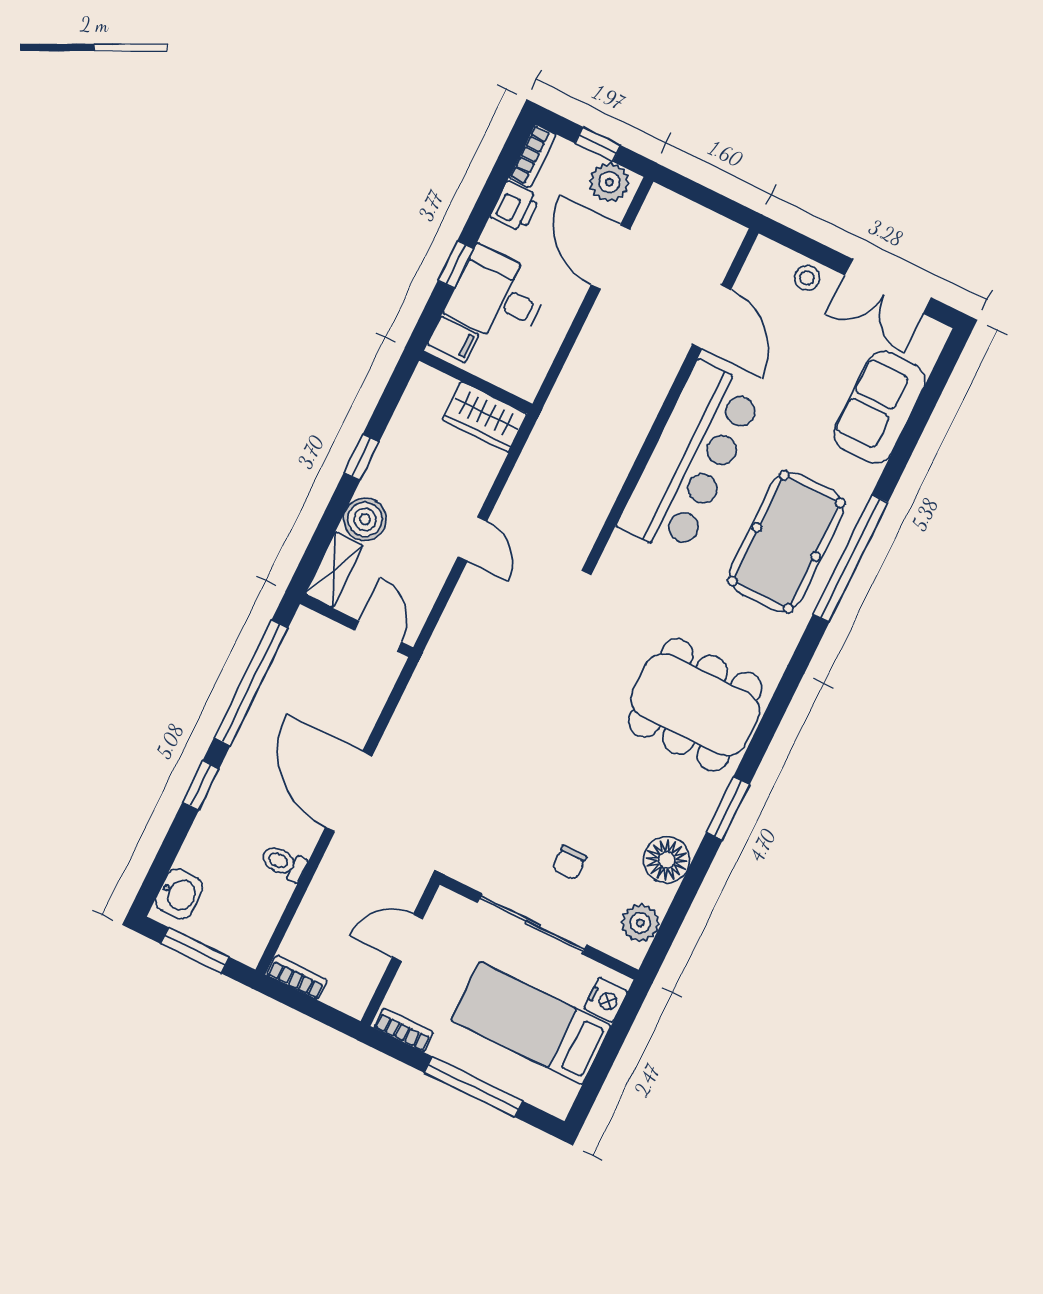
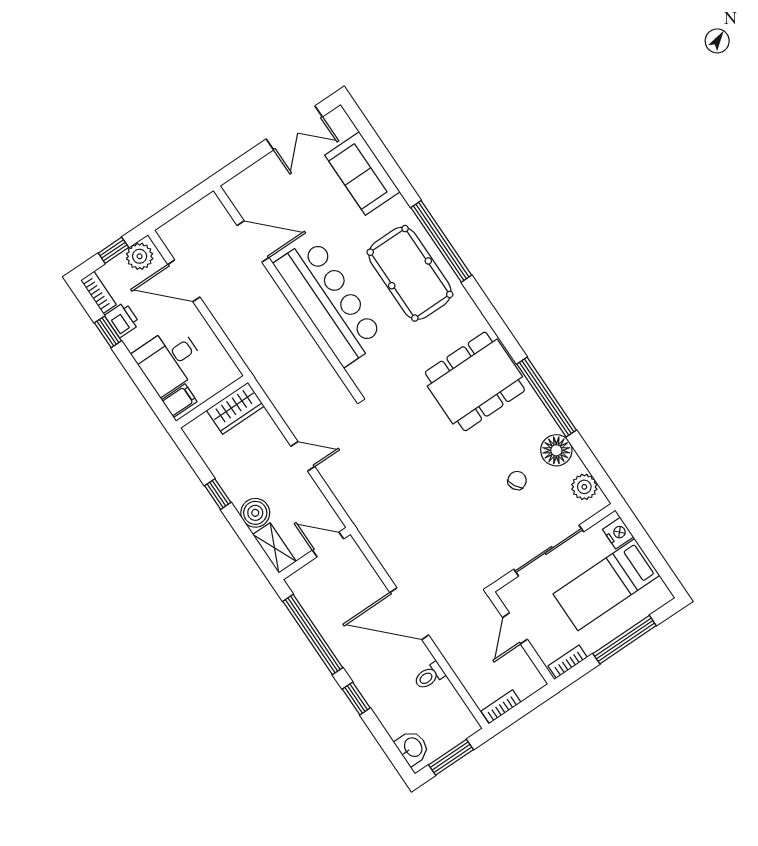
window: (456, 265) -> (108, 332), moved
stool: (807, 278) -> (262, 172), removed
window: (728, 808) -> (547, 397), width x2.11
chair: (569, 863) -> (517, 481), moved, turned -119

